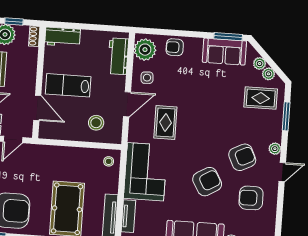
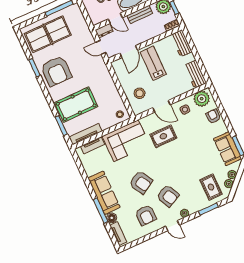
workbench: (118, 56) -> (195, 74), moved, turned -90
armchair: (251, 198) -> (146, 215), turned 180

